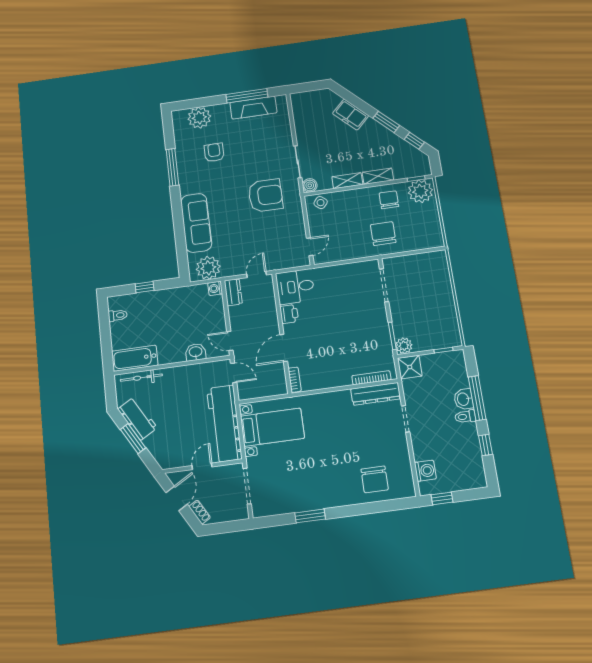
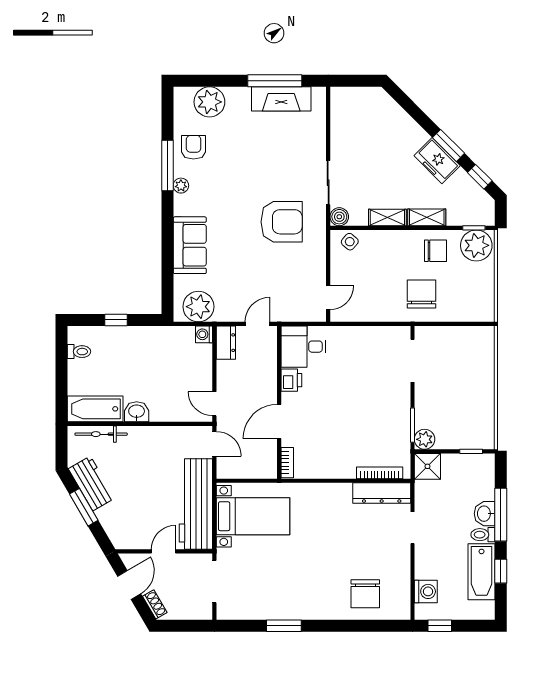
freezer: (351, 115) -> (437, 161), moved
armchair: (214, 152) -> (194, 147), moved
plant: (184, 180) -> (181, 186), added
chair: (389, 200) -> (435, 251), turned 90
sofa: (196, 223) -> (190, 245), width x0.73
washbasin: (196, 352) -> (137, 412), moved
bathtub: (469, 448) -> (482, 572), added

